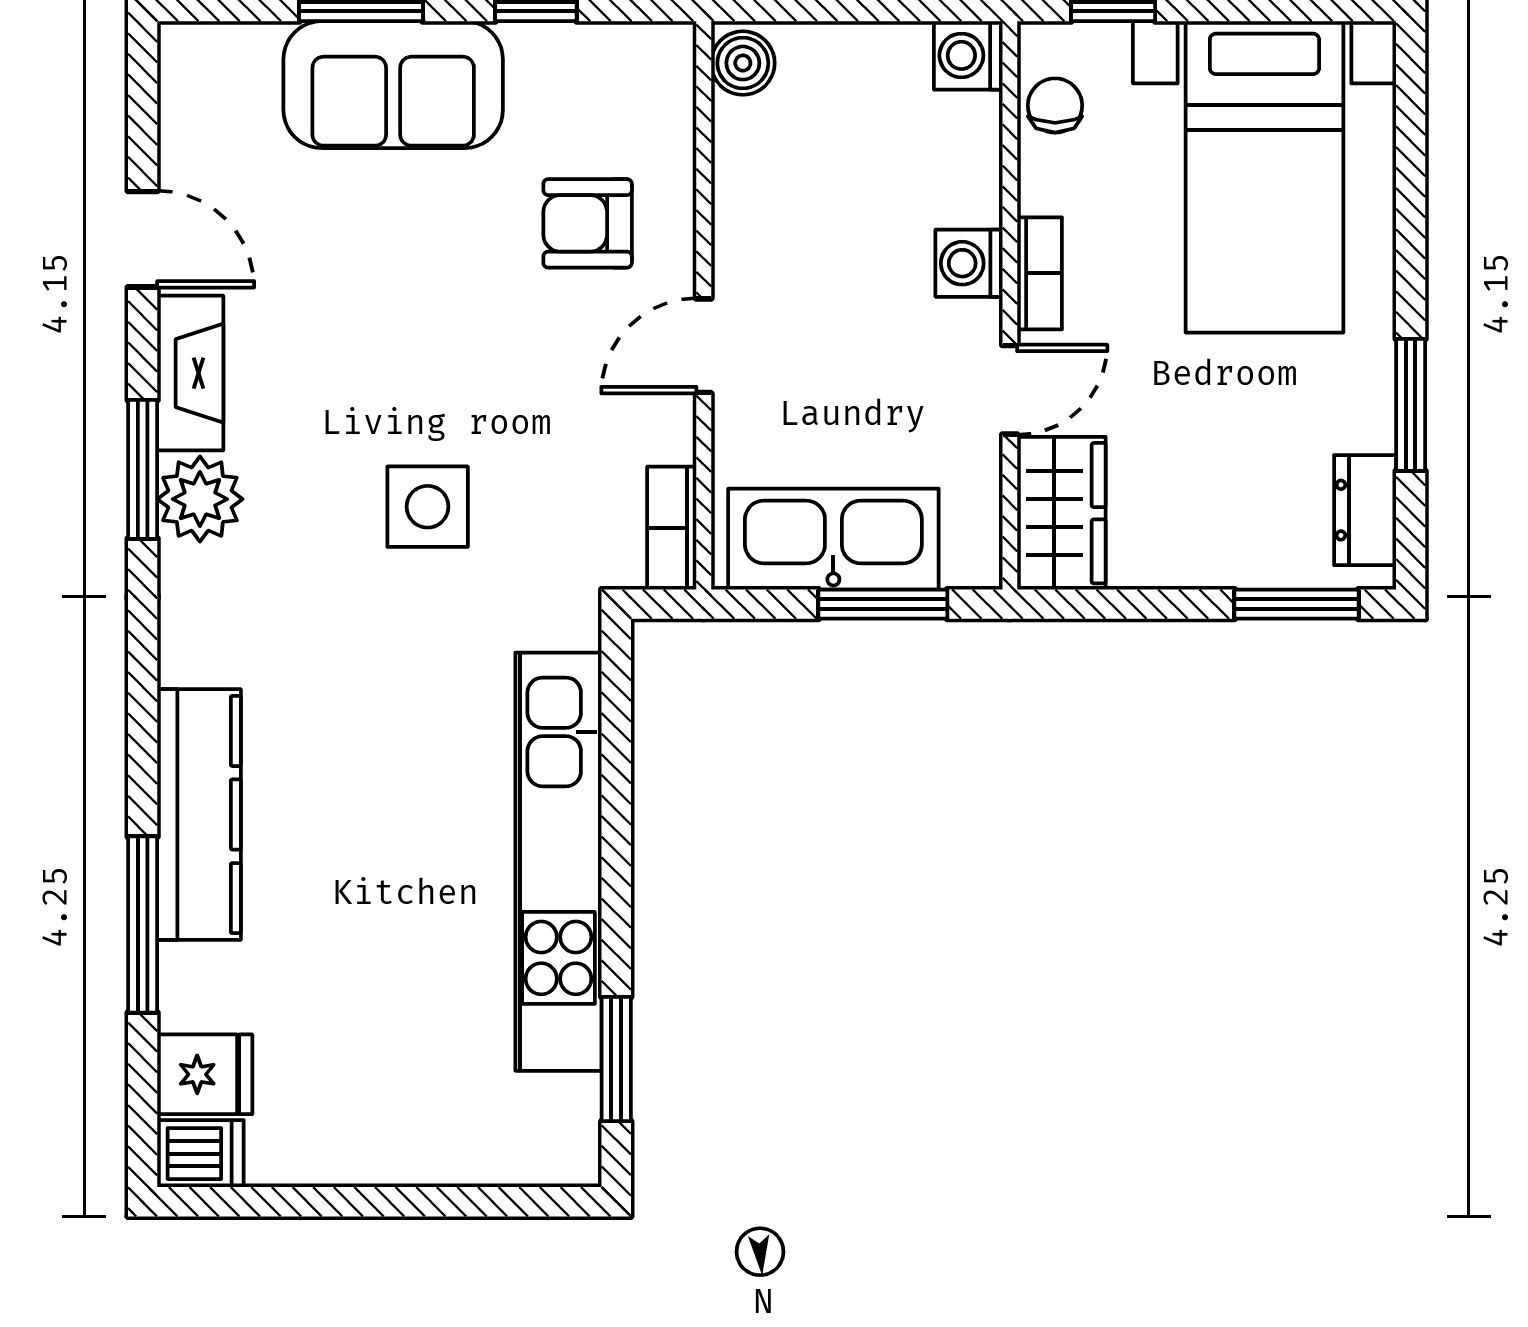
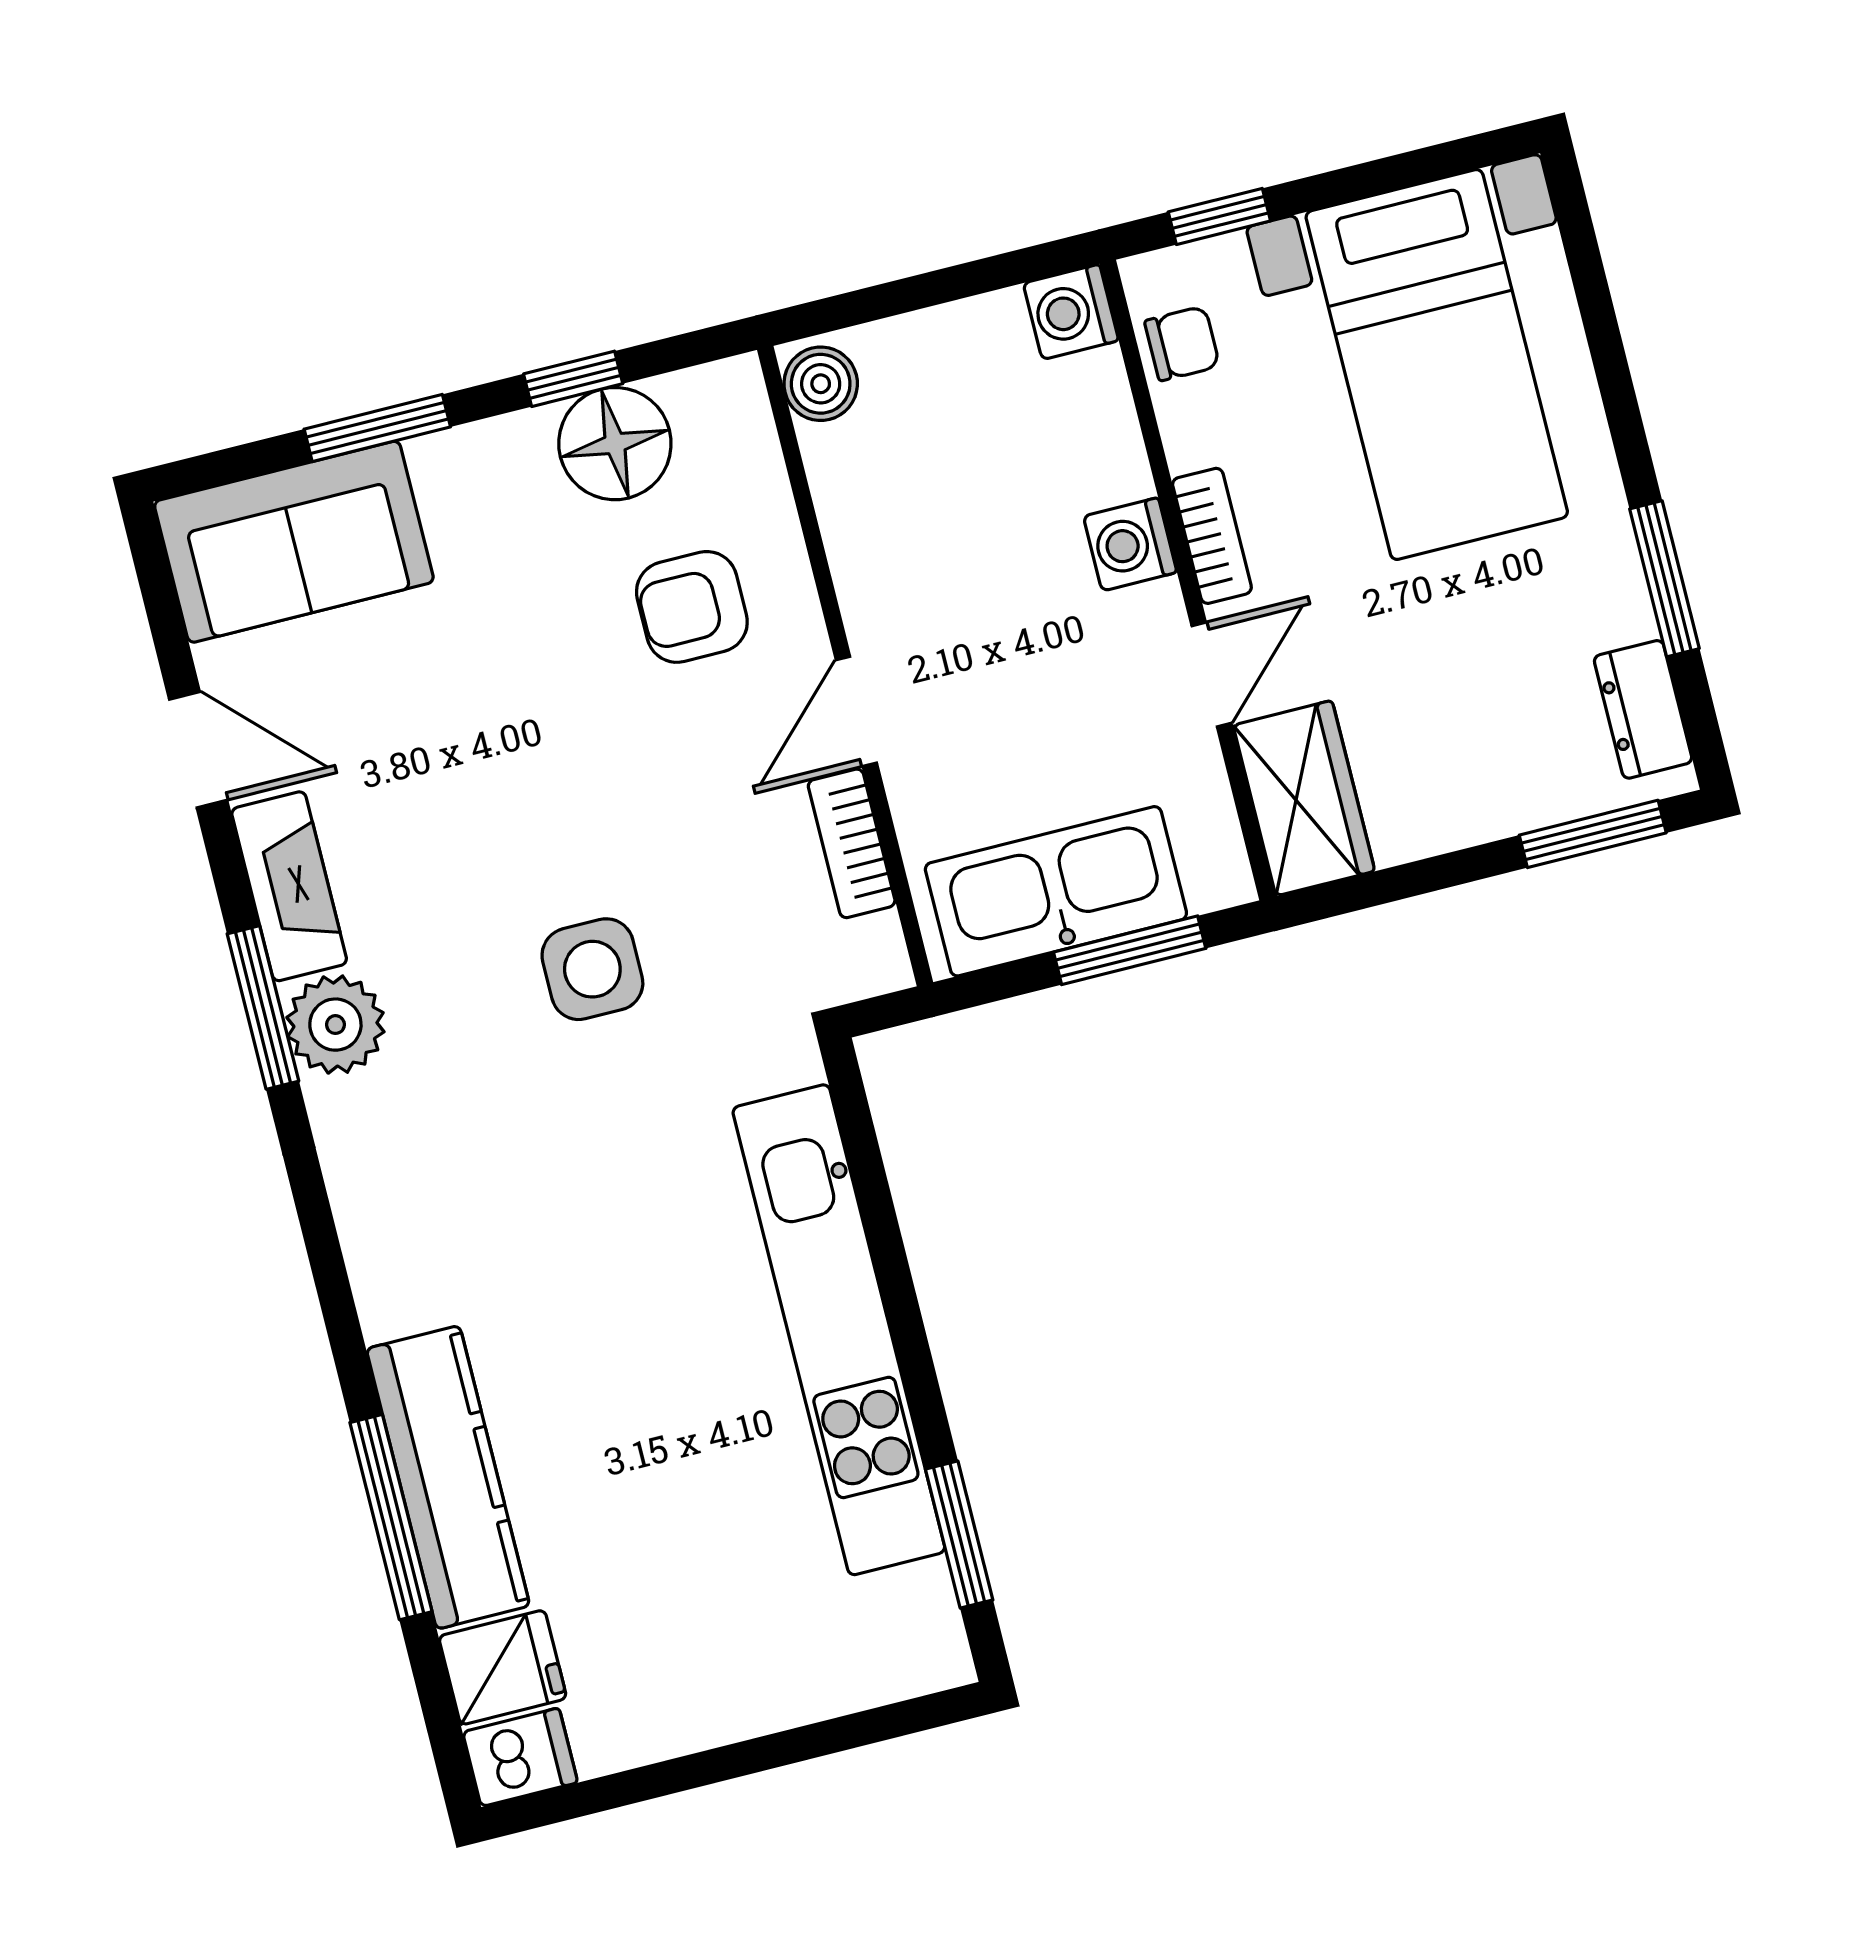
floor lamp: (557, 70) -> (615, 444), added
sofa: (393, 85) -> (294, 542), moved
chair: (1055, 105) -> (1182, 343), turned 90
bookcase: (672, 528) -> (852, 843), moved
kitchen counter: (199, 815) -> (448, 1477), moved

